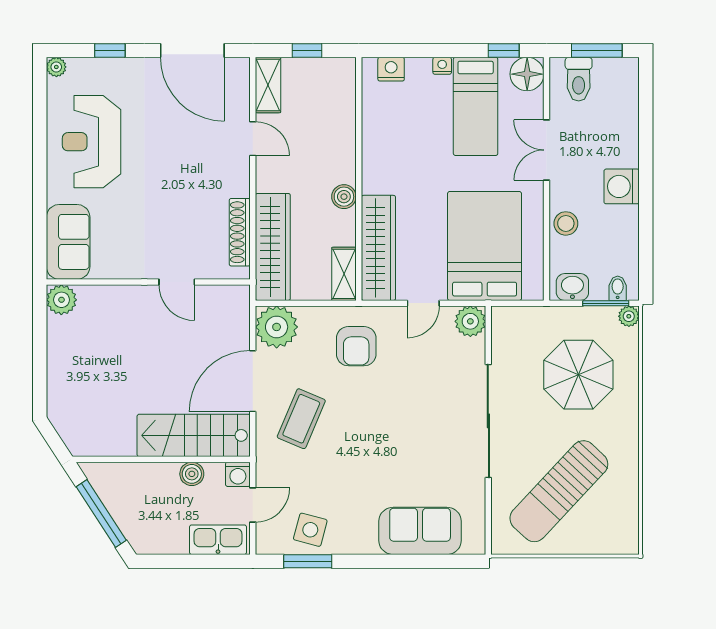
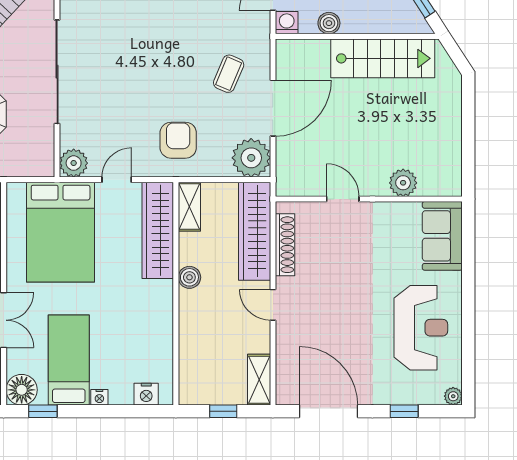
door: (253, 139) -> (273, 305), moved
plant: (61, 300) -> (403, 183), moved
coffee table: (301, 419) -> (229, 74), width x0.73, depth x0.77
stairs: (194, 435) -> (383, 58), moved

